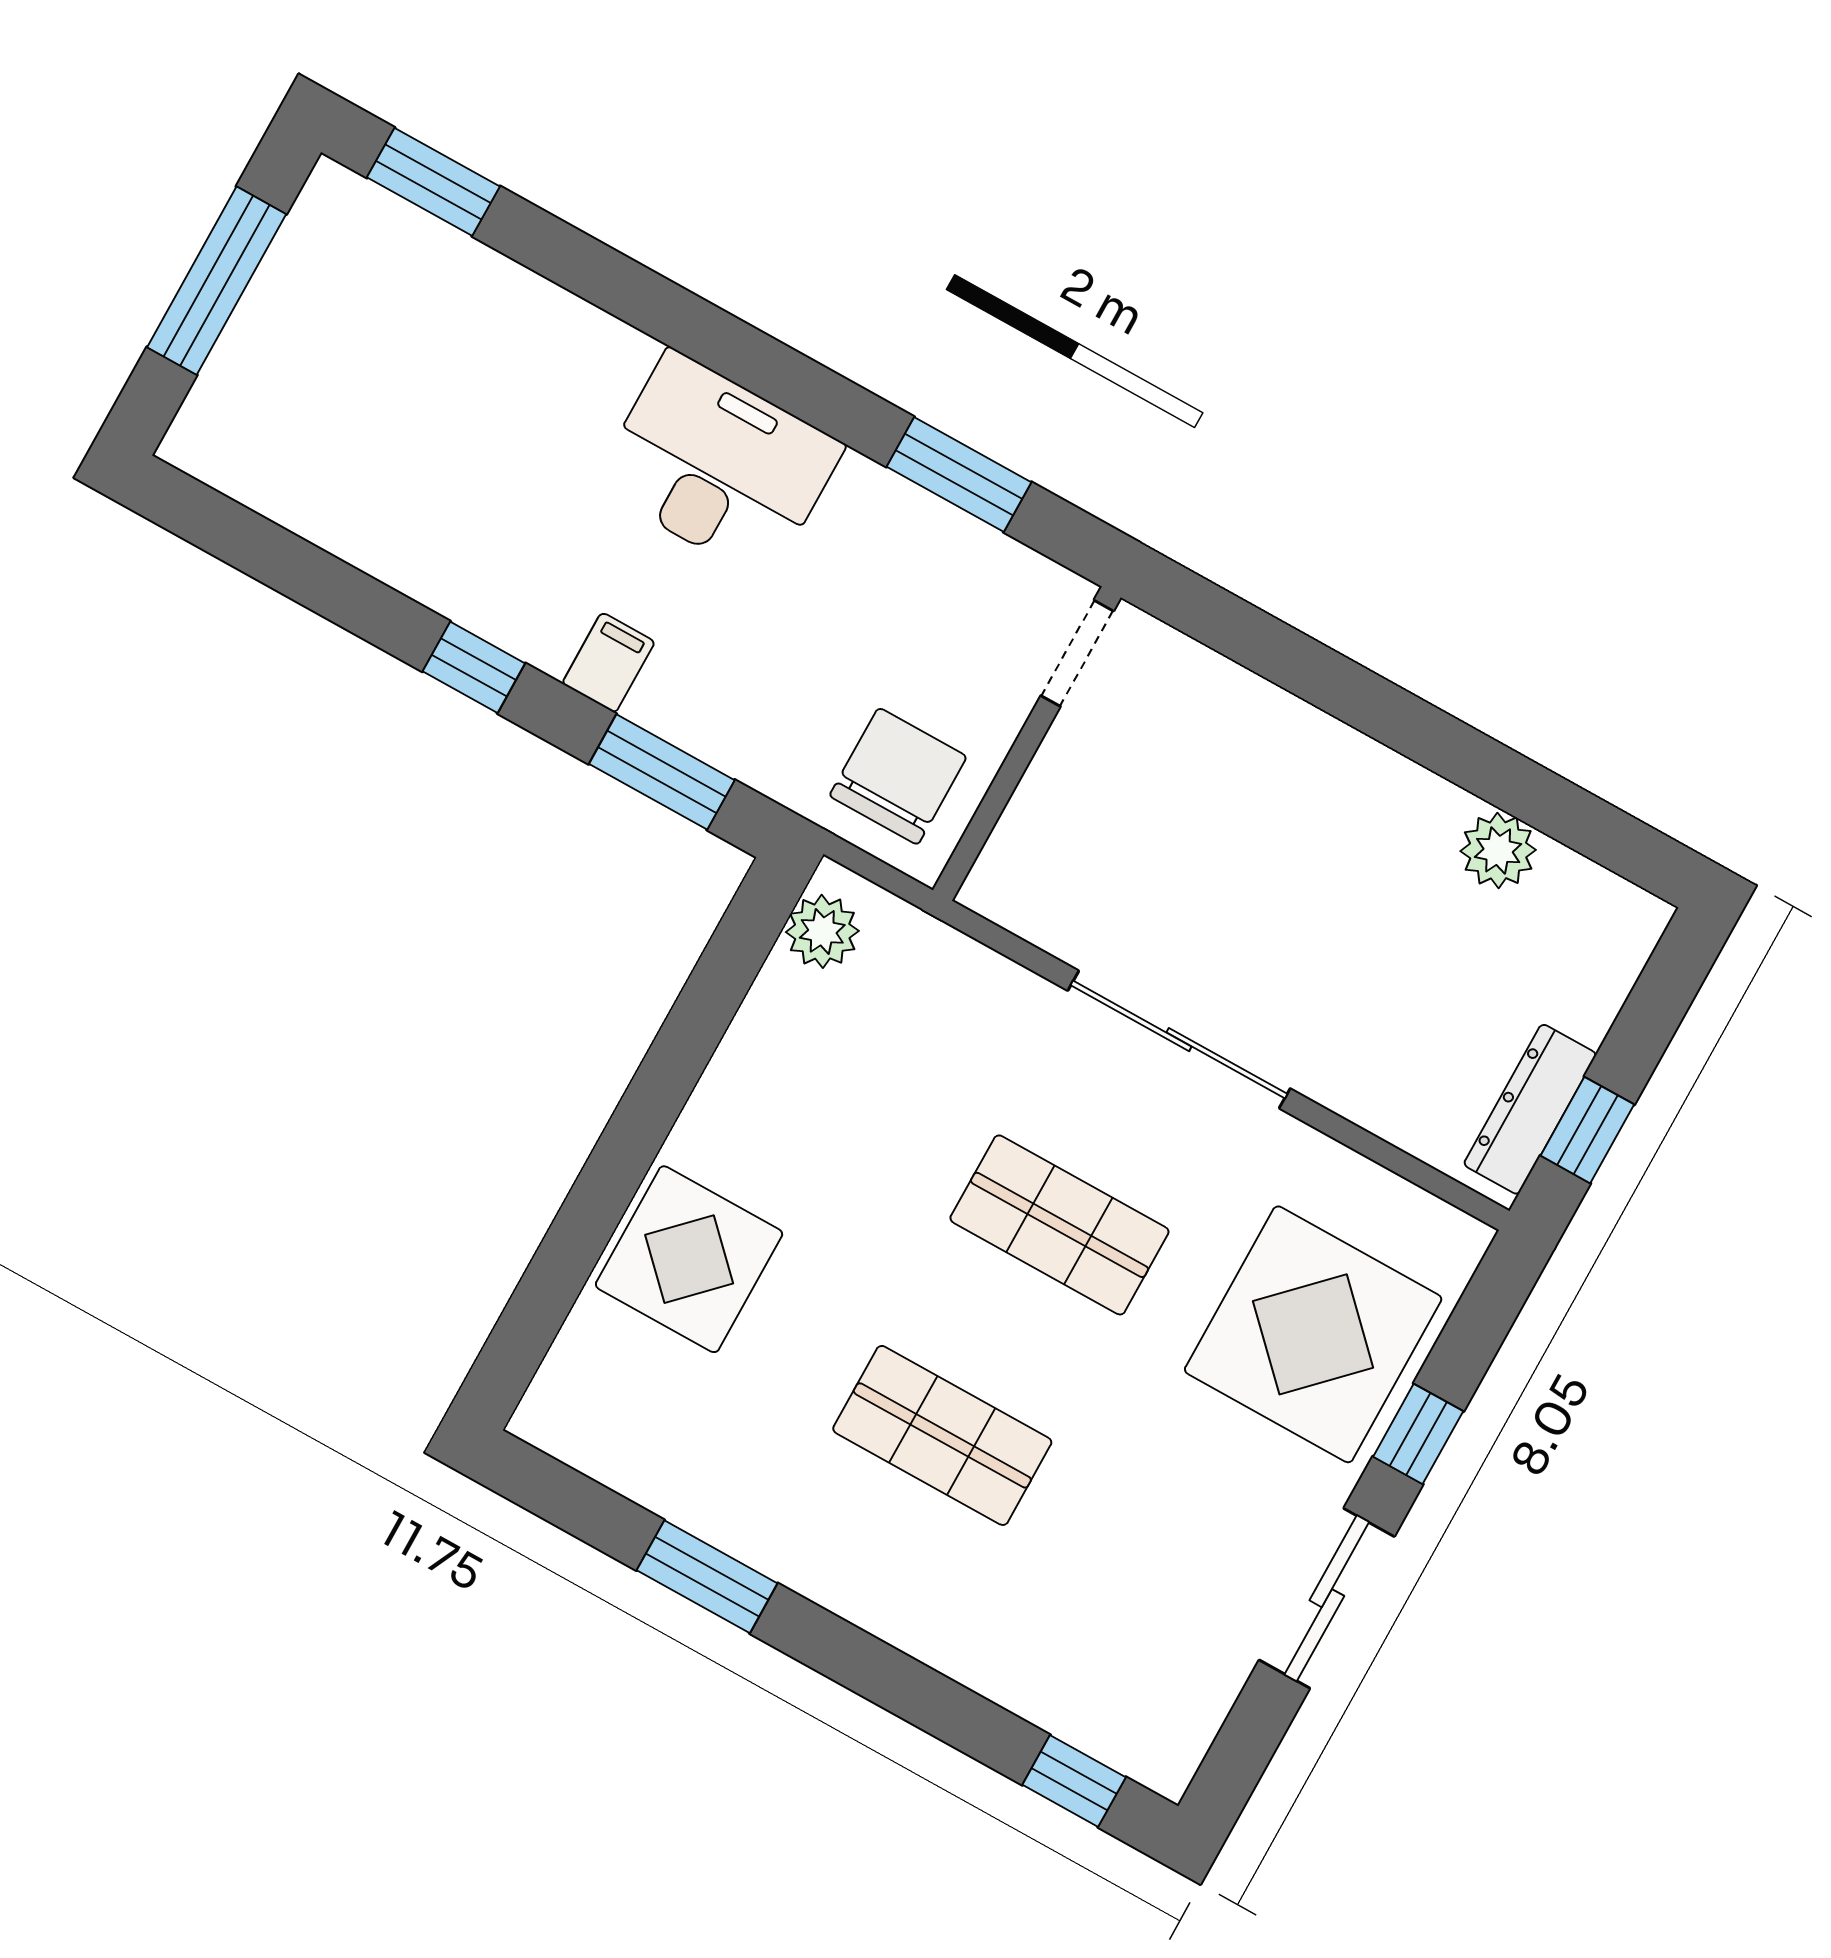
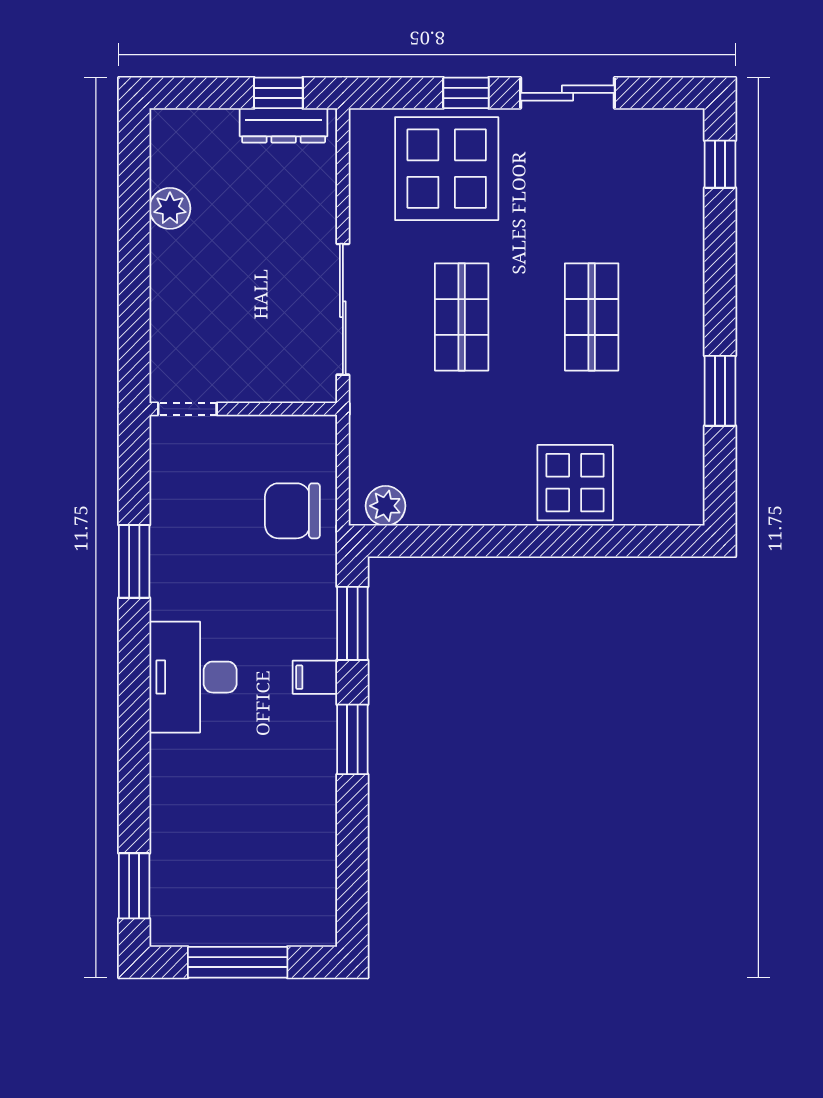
doorway: (1077, 653) -> (187, 409), moved
window: (474, 667) -> (352, 739), width x1.50
wall: (1027, 744) -> (243, 409), moved

